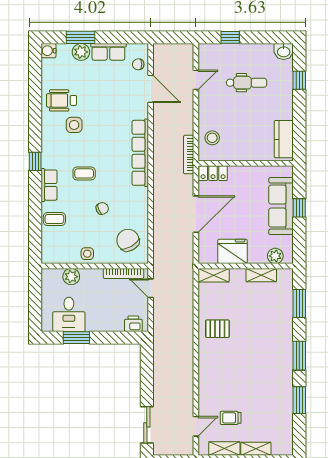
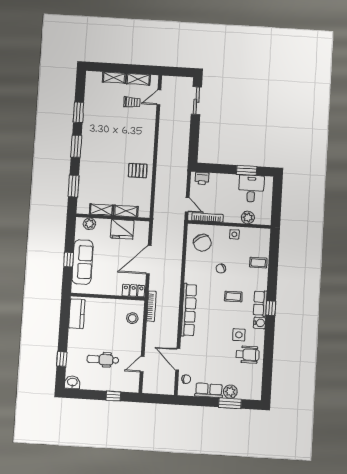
water cooler: (48, 51) -> (260, 323), moved
row of seats: (49, 185) -> (260, 303), moved
shelving: (214, 275) -> (126, 211), moved

